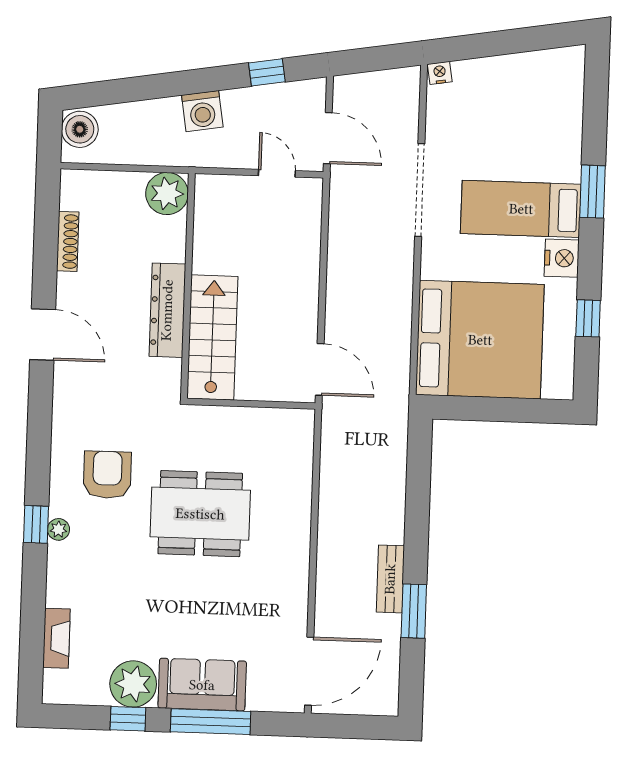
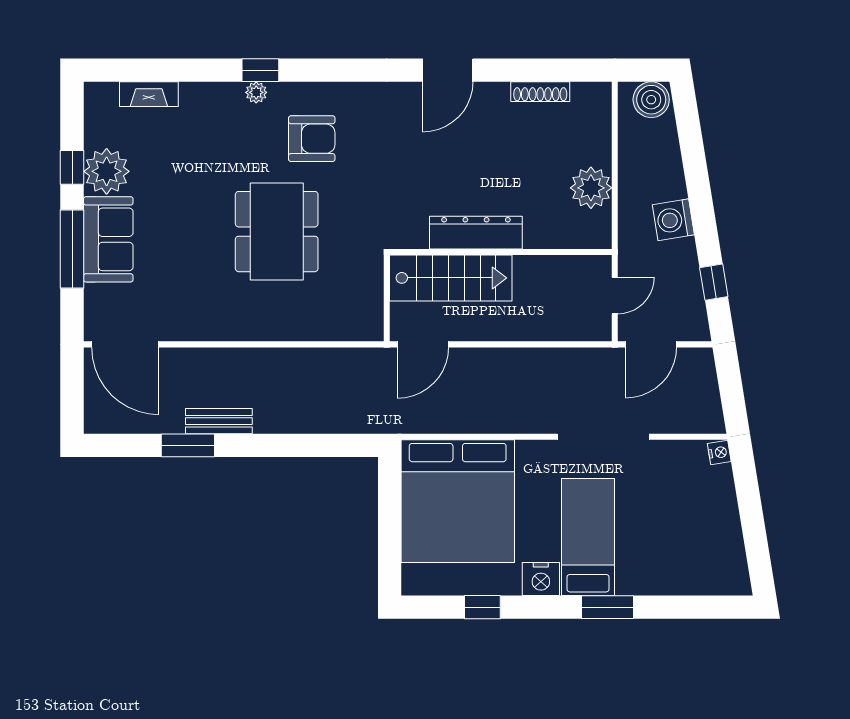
wall: (188, 286) -> (501, 252), moved
dresser: (167, 310) -> (476, 233), moved
stairs: (212, 337) -> (451, 278), moved

